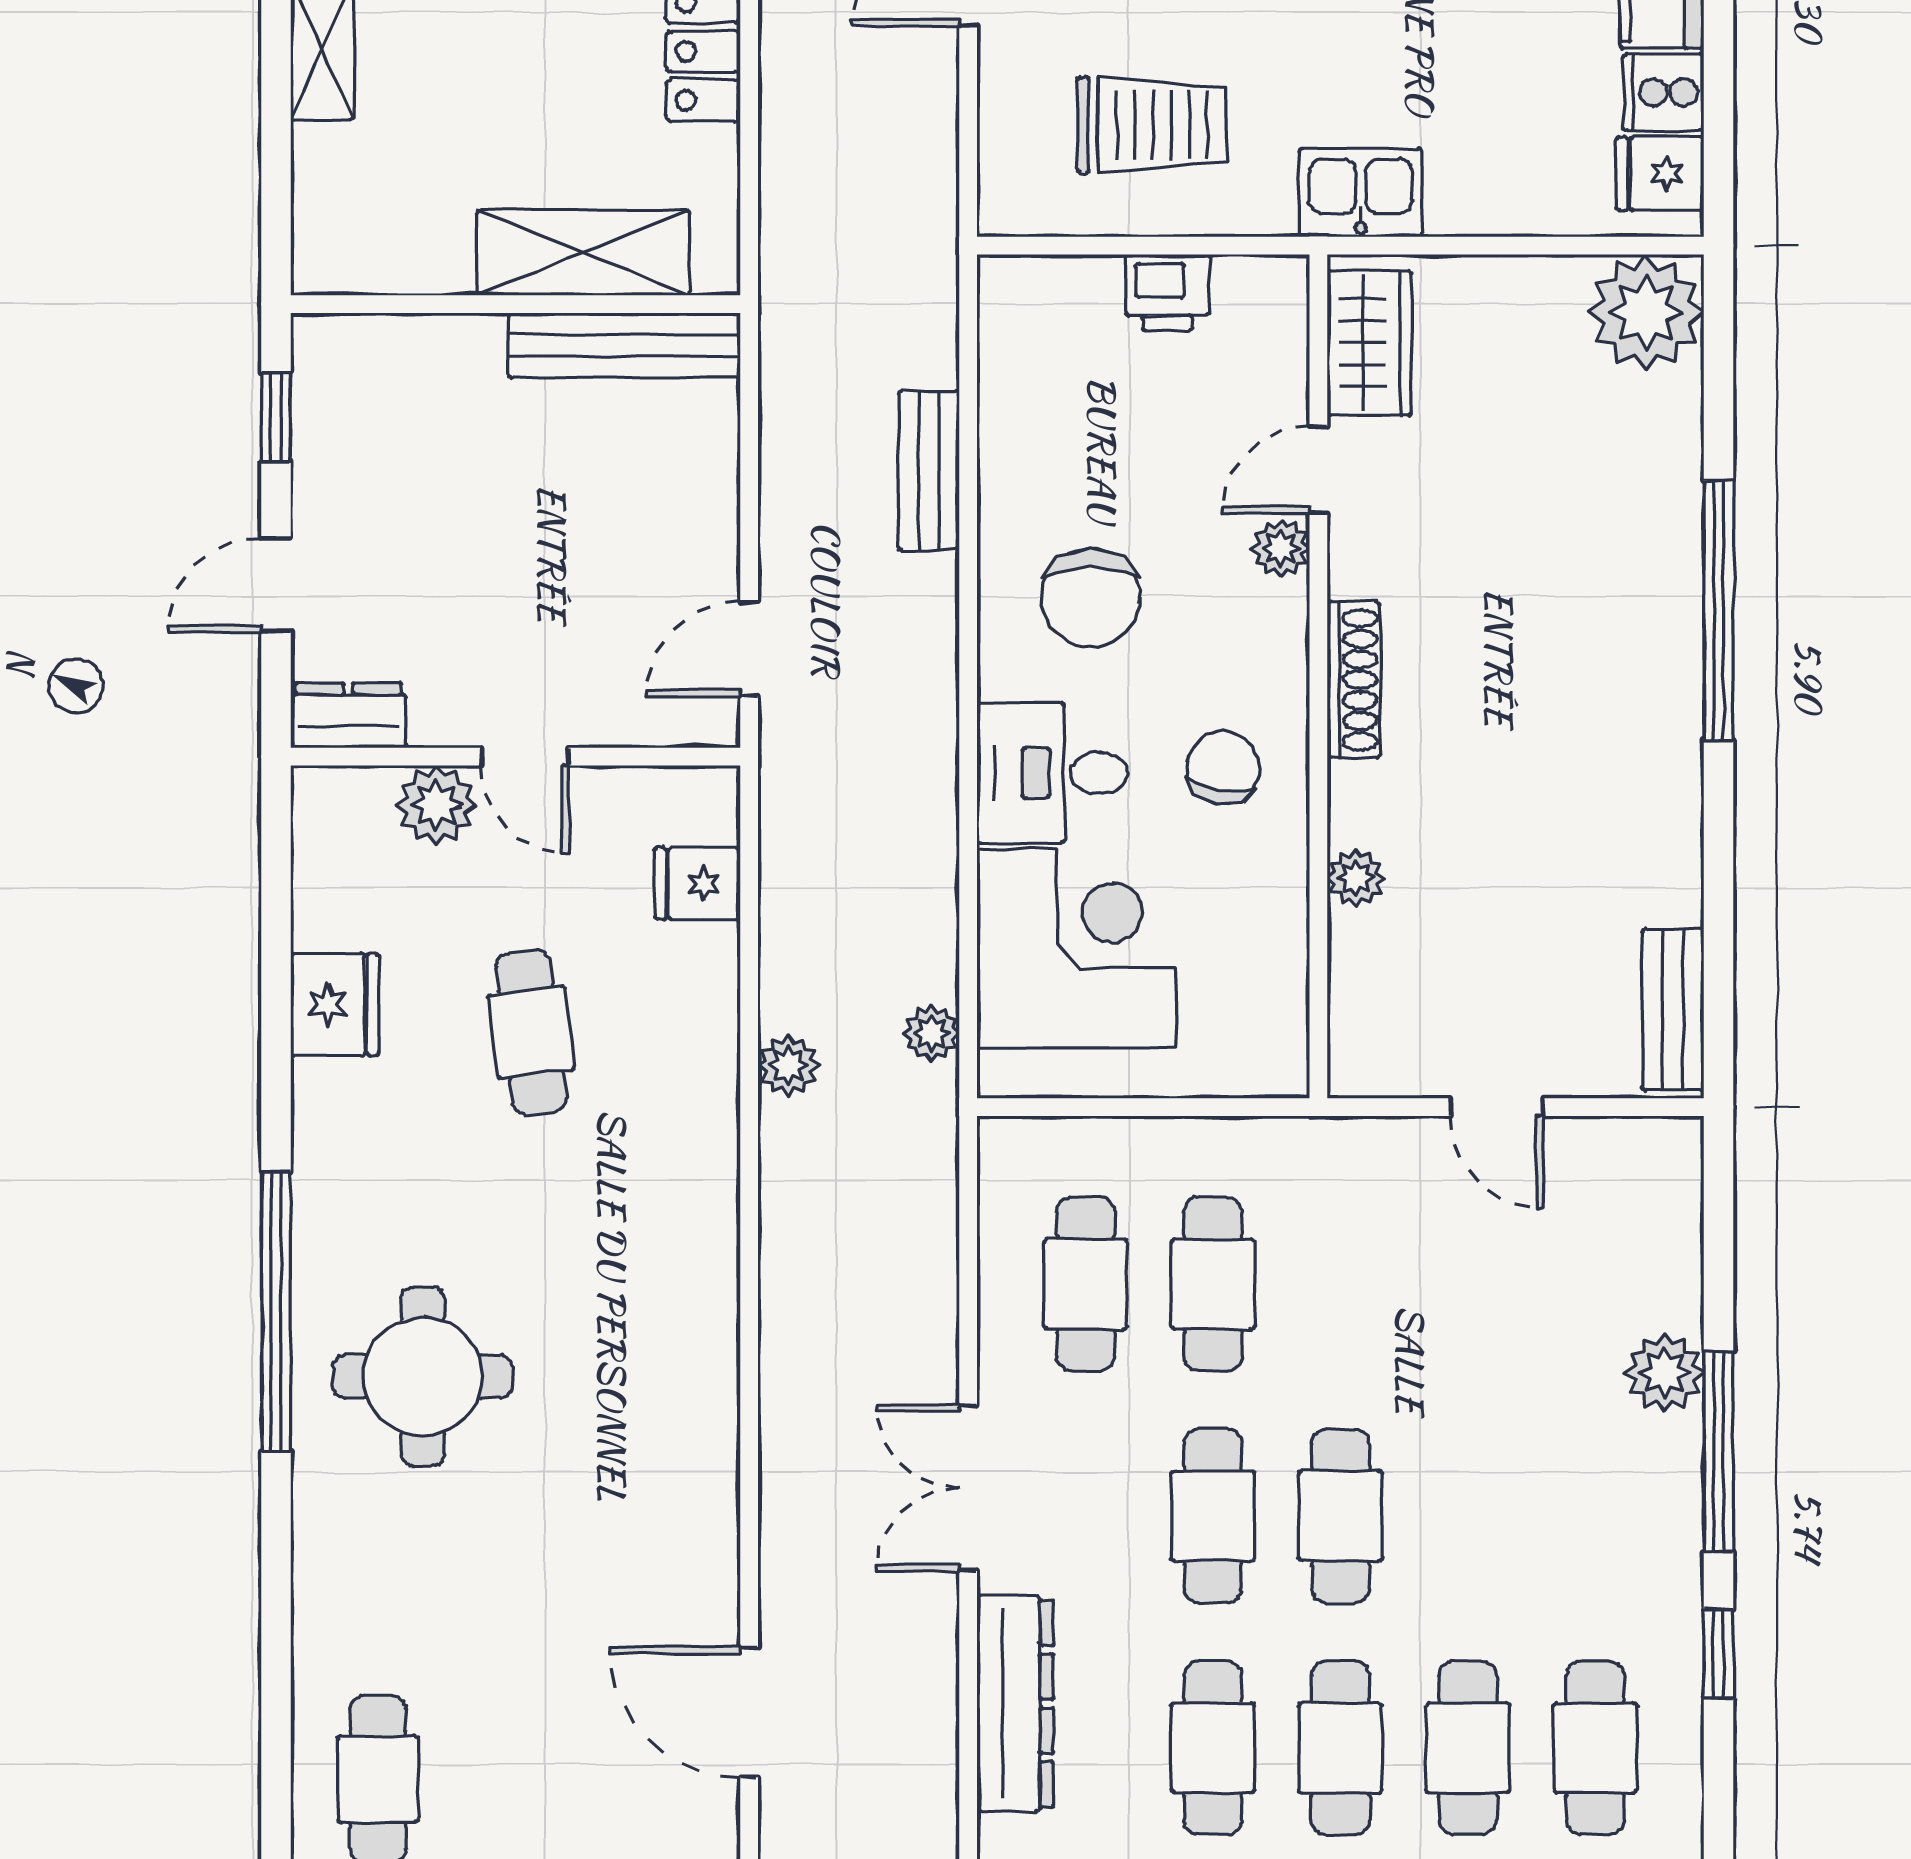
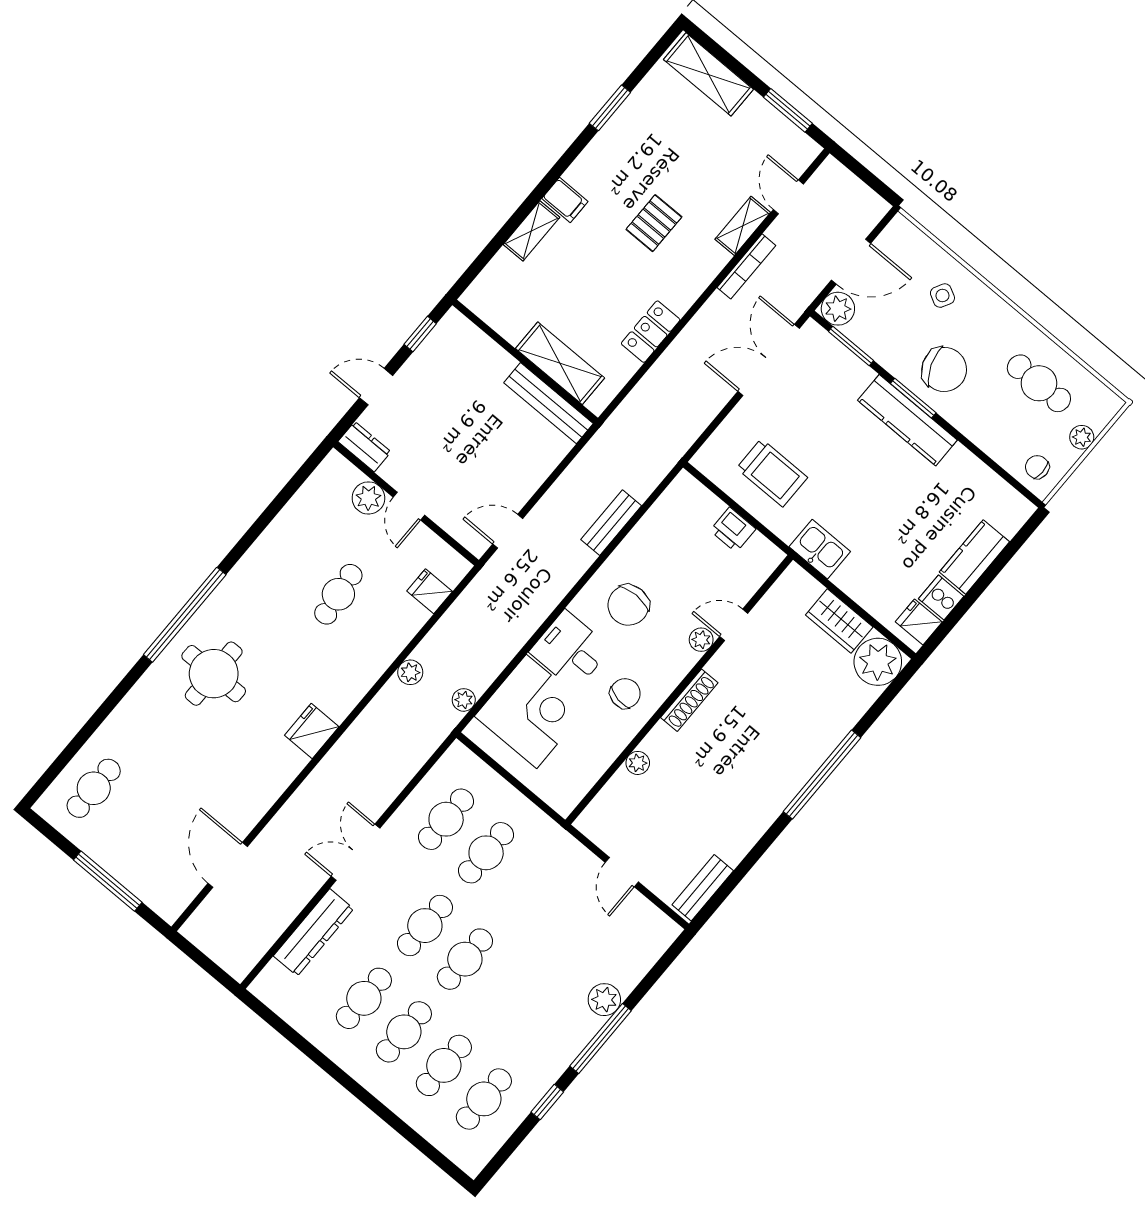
wardrobe: (1369, 343) -> (839, 621), moved, turned 90
fridge: (335, 1005) -> (312, 731), moved, turned 180

